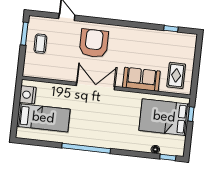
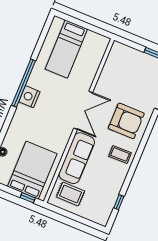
coffee table: (40, 44) -> (120, 154), moved
sofa: (141, 79) -> (77, 158), width x1.36
nightstand: (28, 95) -> (29, 97), moved, turned -90

